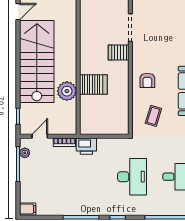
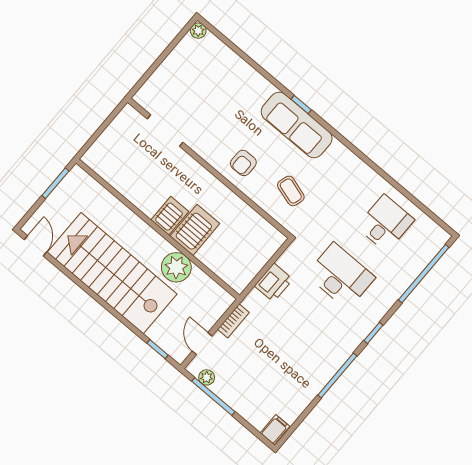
server rack: (119, 53) -> (170, 216), moved, turned 180
armchair: (147, 80) -> (243, 163), turned 90
printer: (86, 146) -> (274, 283), moved

